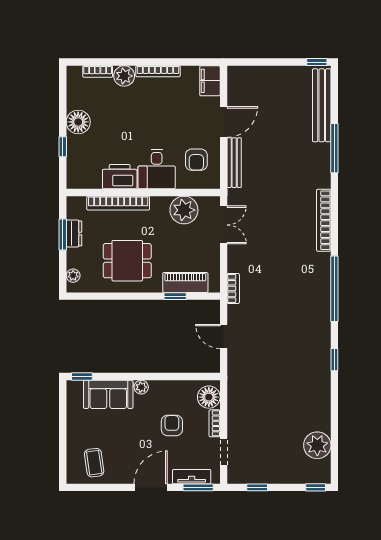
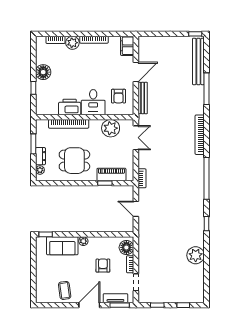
dresser: (74, 233) -> (40, 156), moved
plant: (317, 445) -> (196, 255), moved
coffee table: (94, 463) -> (65, 290), moved
window: (316, 487) -> (183, 305), moved

